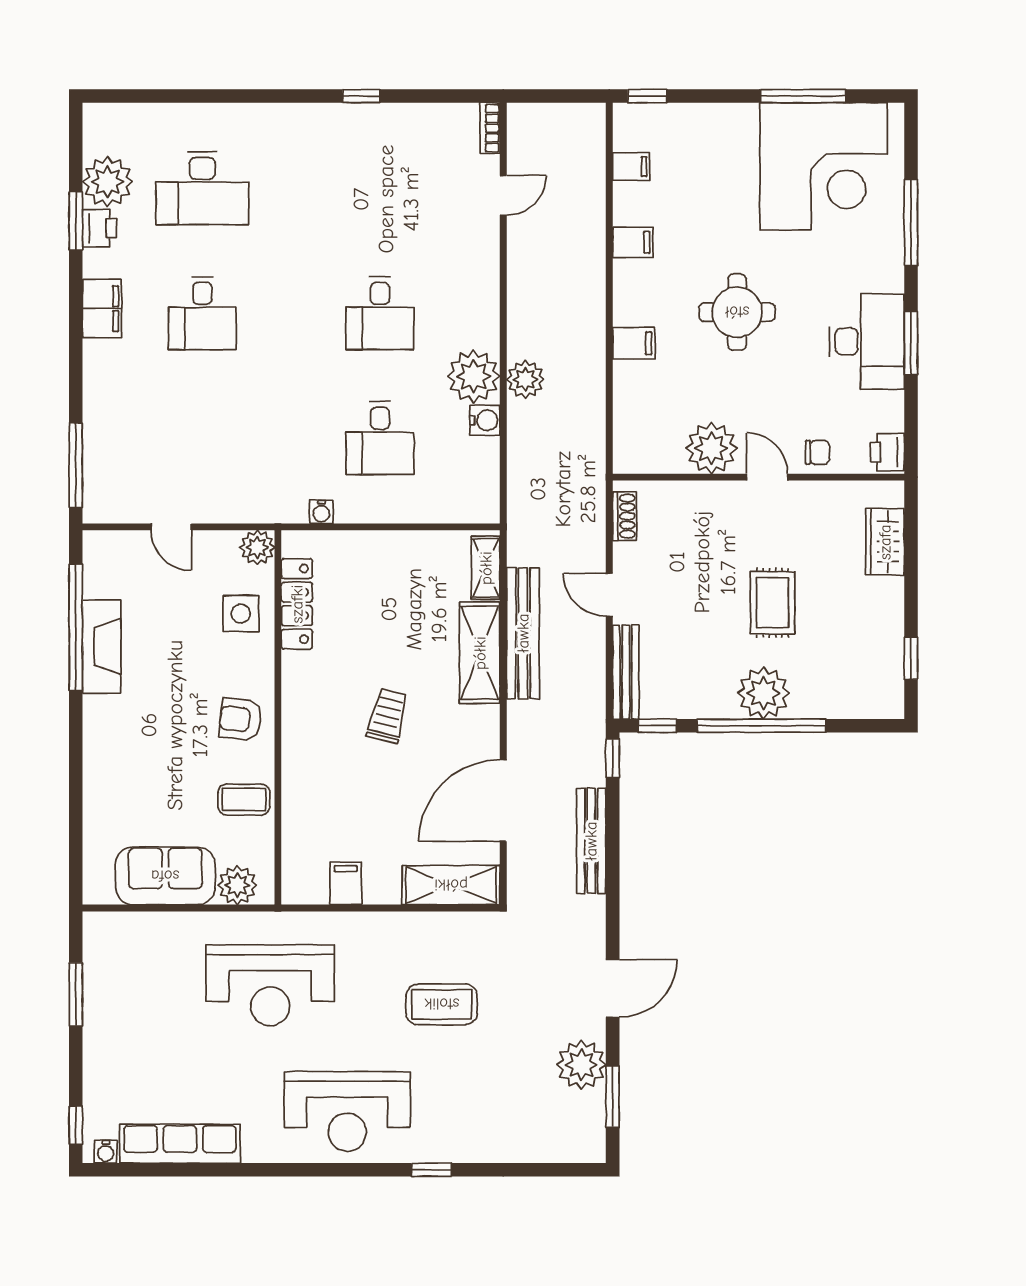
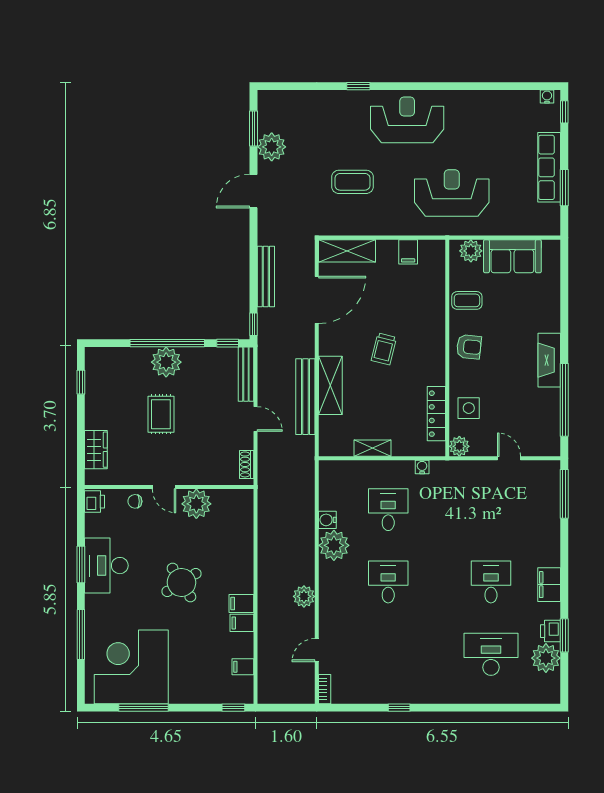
round table: (737, 312) -> (181, 583), turned -32
filing cabinet: (634, 343) -> (241, 604), moved
plant: (525, 379) -> (304, 596), moved
shelving: (486, 568) -> (372, 448), moved, turned 90
fireplace: (102, 647) -> (549, 360), moved
row of seats: (180, 1144) -> (549, 167), moved, turned 90

